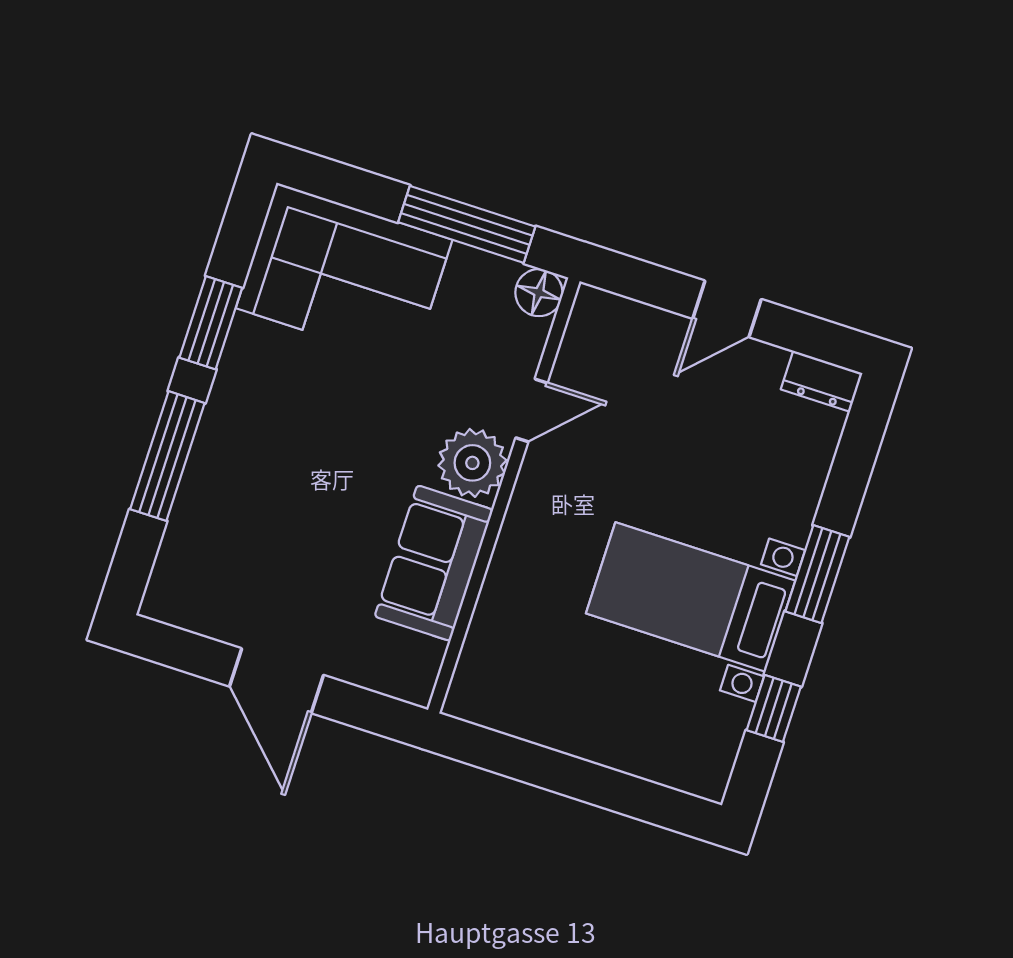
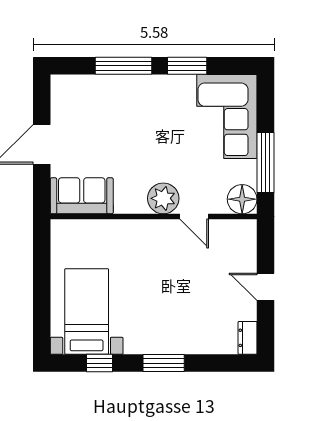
floor lamp: (539, 293) -> (242, 199), width x1.38, depth x1.38
sofa: (434, 563) -> (82, 196), moved
bed with nightstands: (691, 597) -> (87, 311), moved

